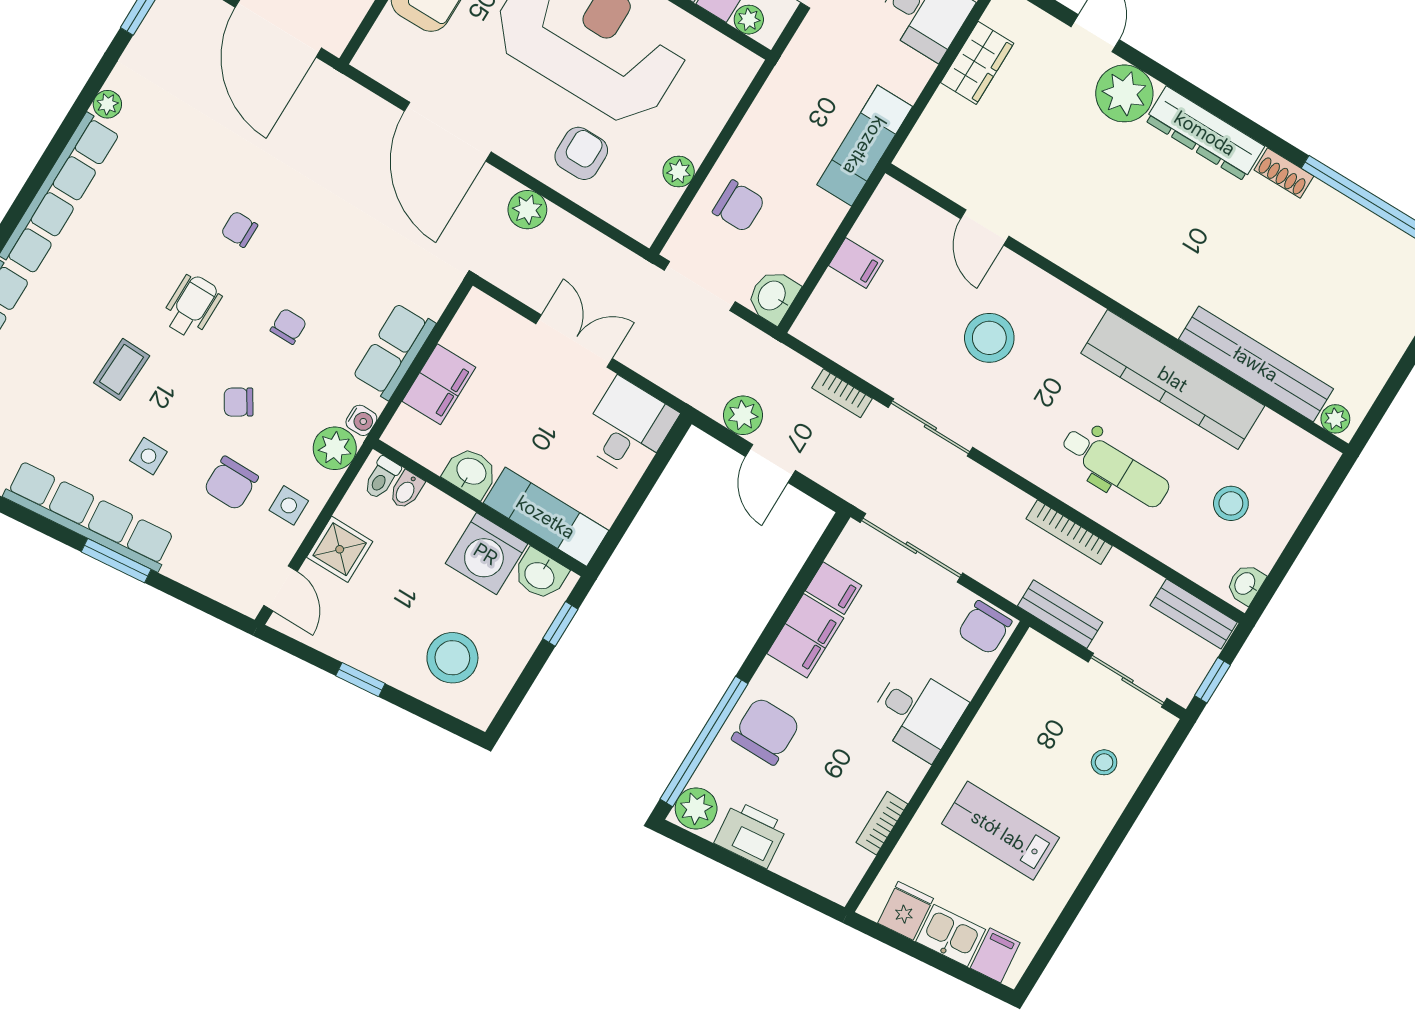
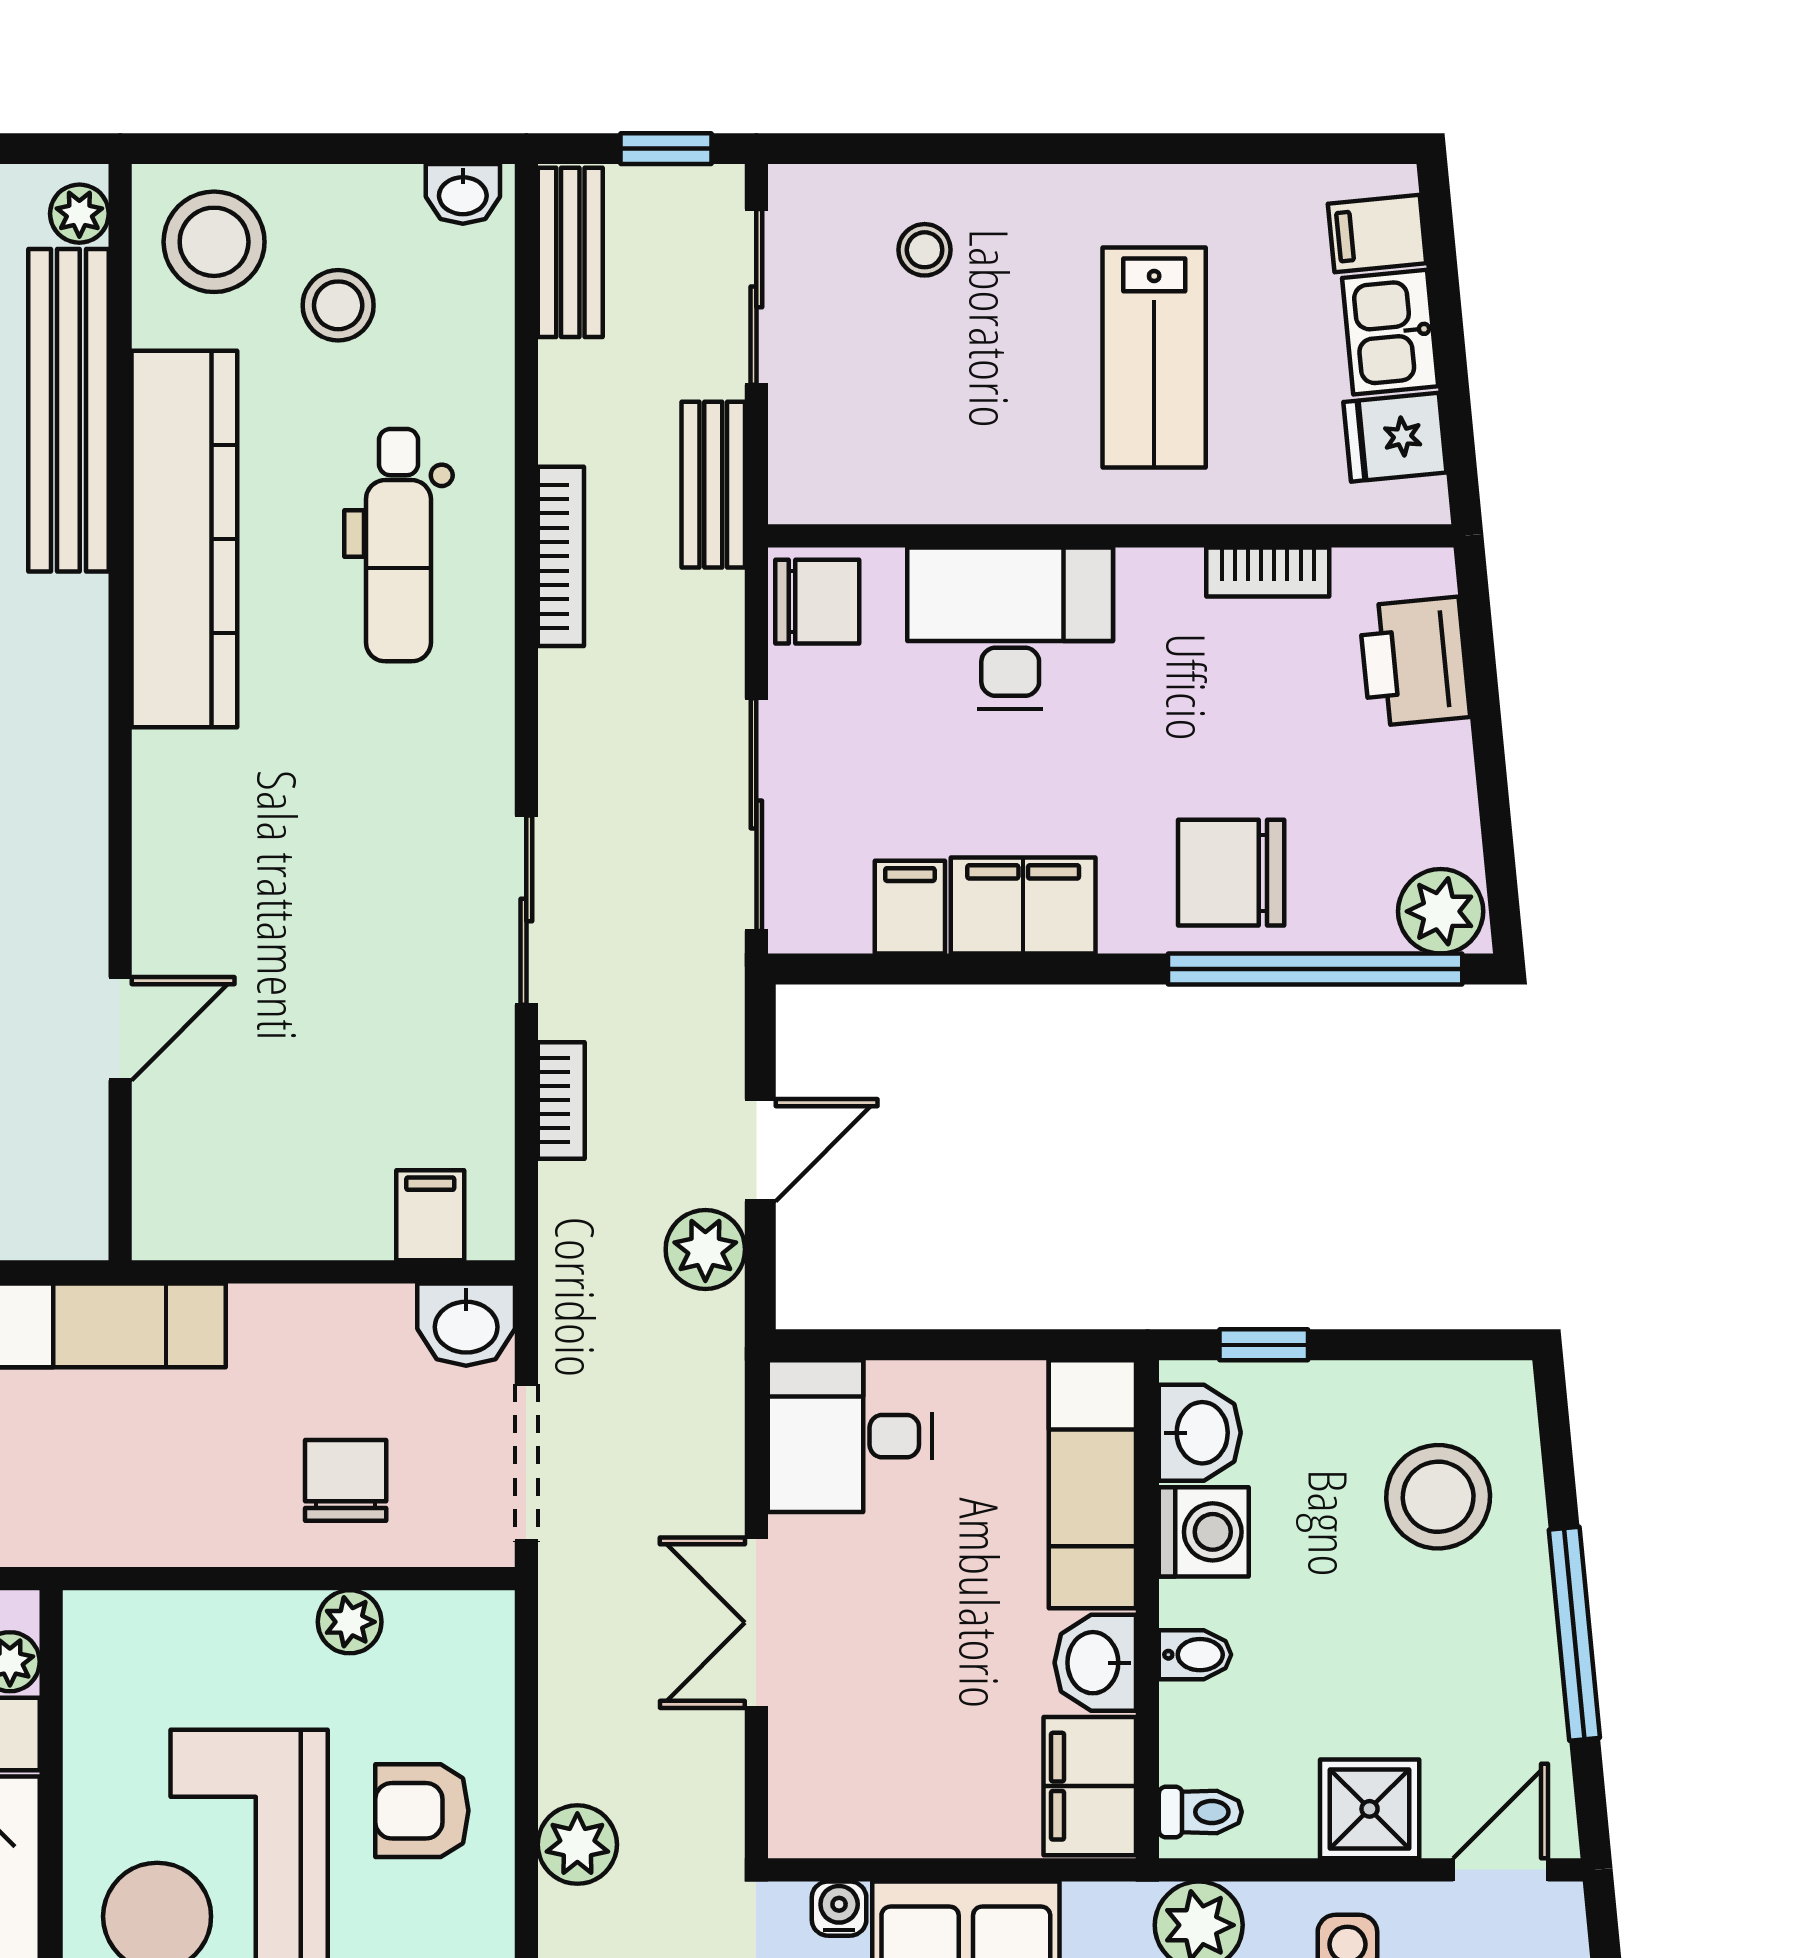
filing cabinet: (856, 263) -> (430, 1215), moved
stool: (989, 338) -> (214, 242), moved
filing cabinet: (439, 384) -> (1090, 1786), moved, turned -90
water cooler: (361, 420) -> (839, 1909), moved
dental chair: (1115, 467) -> (398, 545), turned 180
bidet: (406, 490) -> (1195, 1655), moved
washing machine: (486, 554) -> (1204, 1532), width x0.73, depth x0.73
window: (360, 680) -> (1574, 1634), width x2.17
desk: (917, 713) -> (1010, 628), width x1.37
printer: (751, 834) -> (1414, 662), moved

